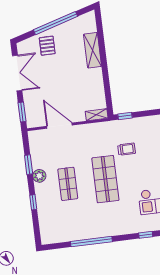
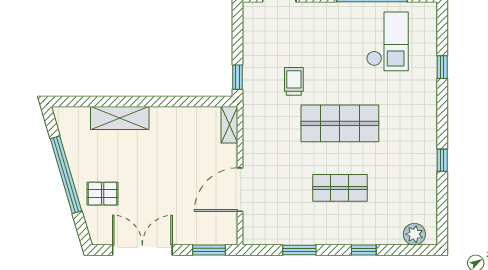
plant: (39, 176) -> (414, 234), moved
window: (91, 242) -> (442, 160), width x0.32

